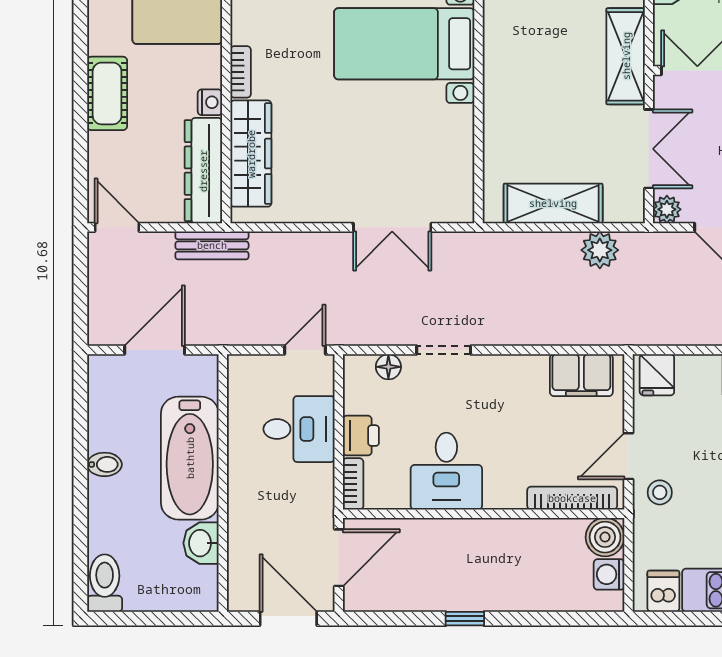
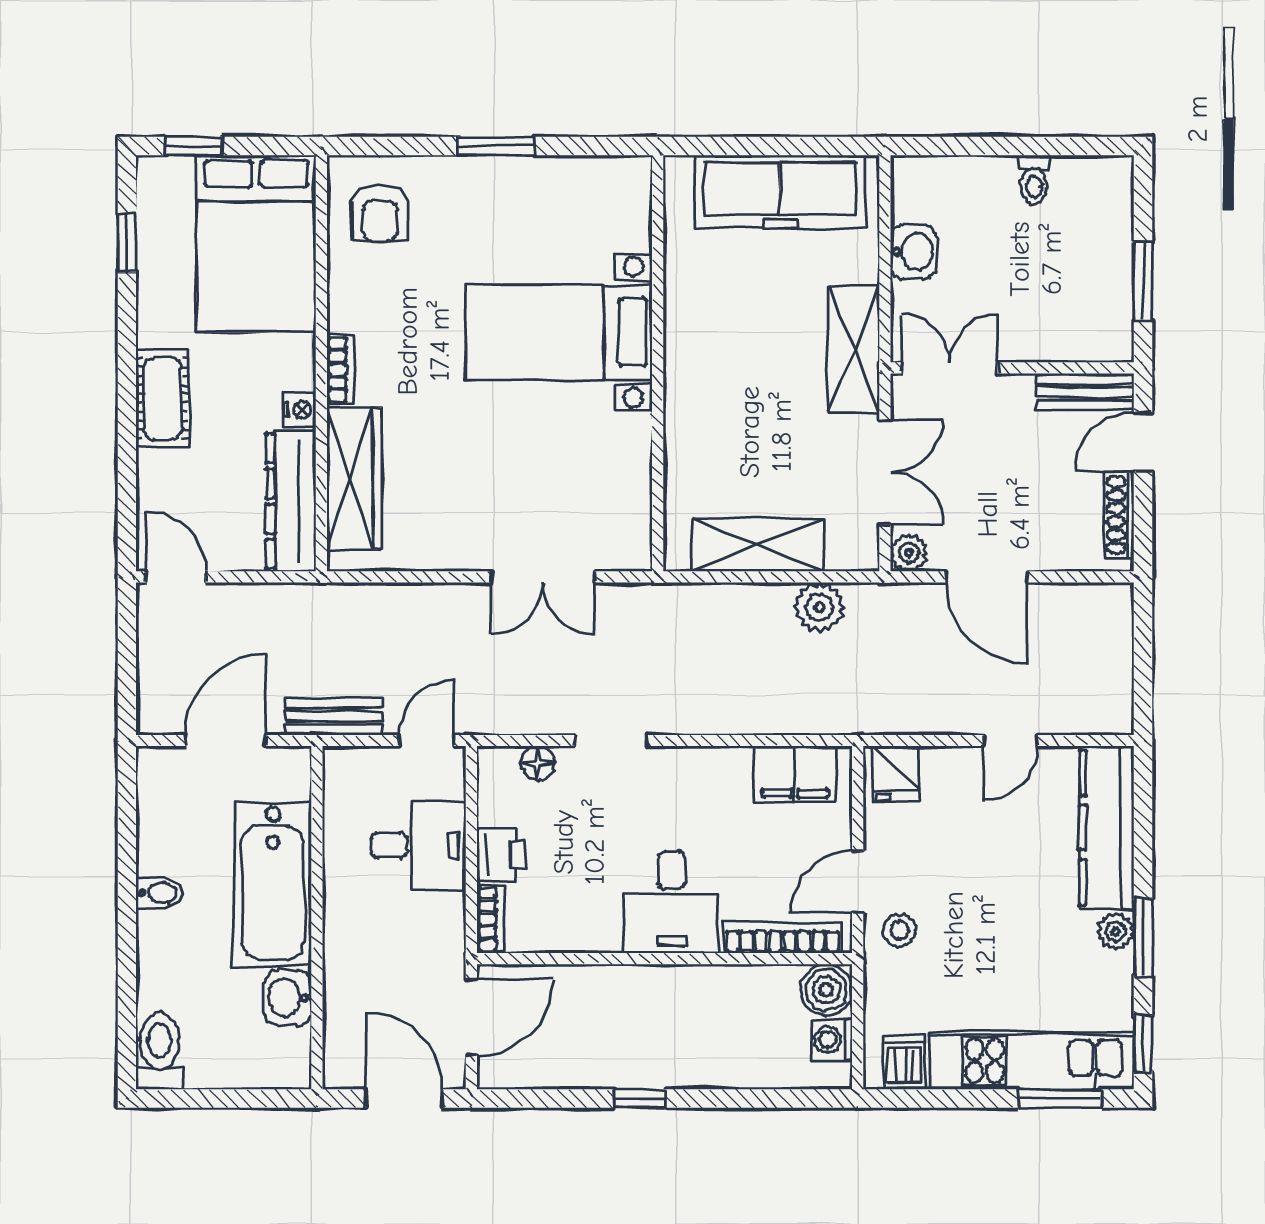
bench: (212, 245) -> (334, 716), moved
desk: (446, 471) -> (672, 902), moved

